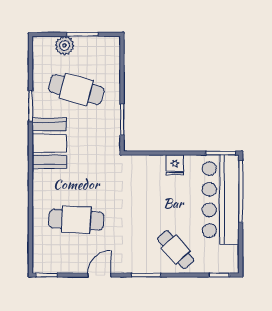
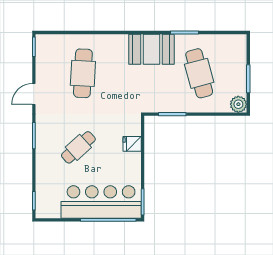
plant: (64, 45) -> (238, 104), moved
cafe table: (76, 90) -> (199, 73), turned -30
fridge: (175, 165) -> (132, 144), moved
cafe table: (176, 250) -> (78, 147), moved
door: (99, 275) -> (34, 94), swing flipped

